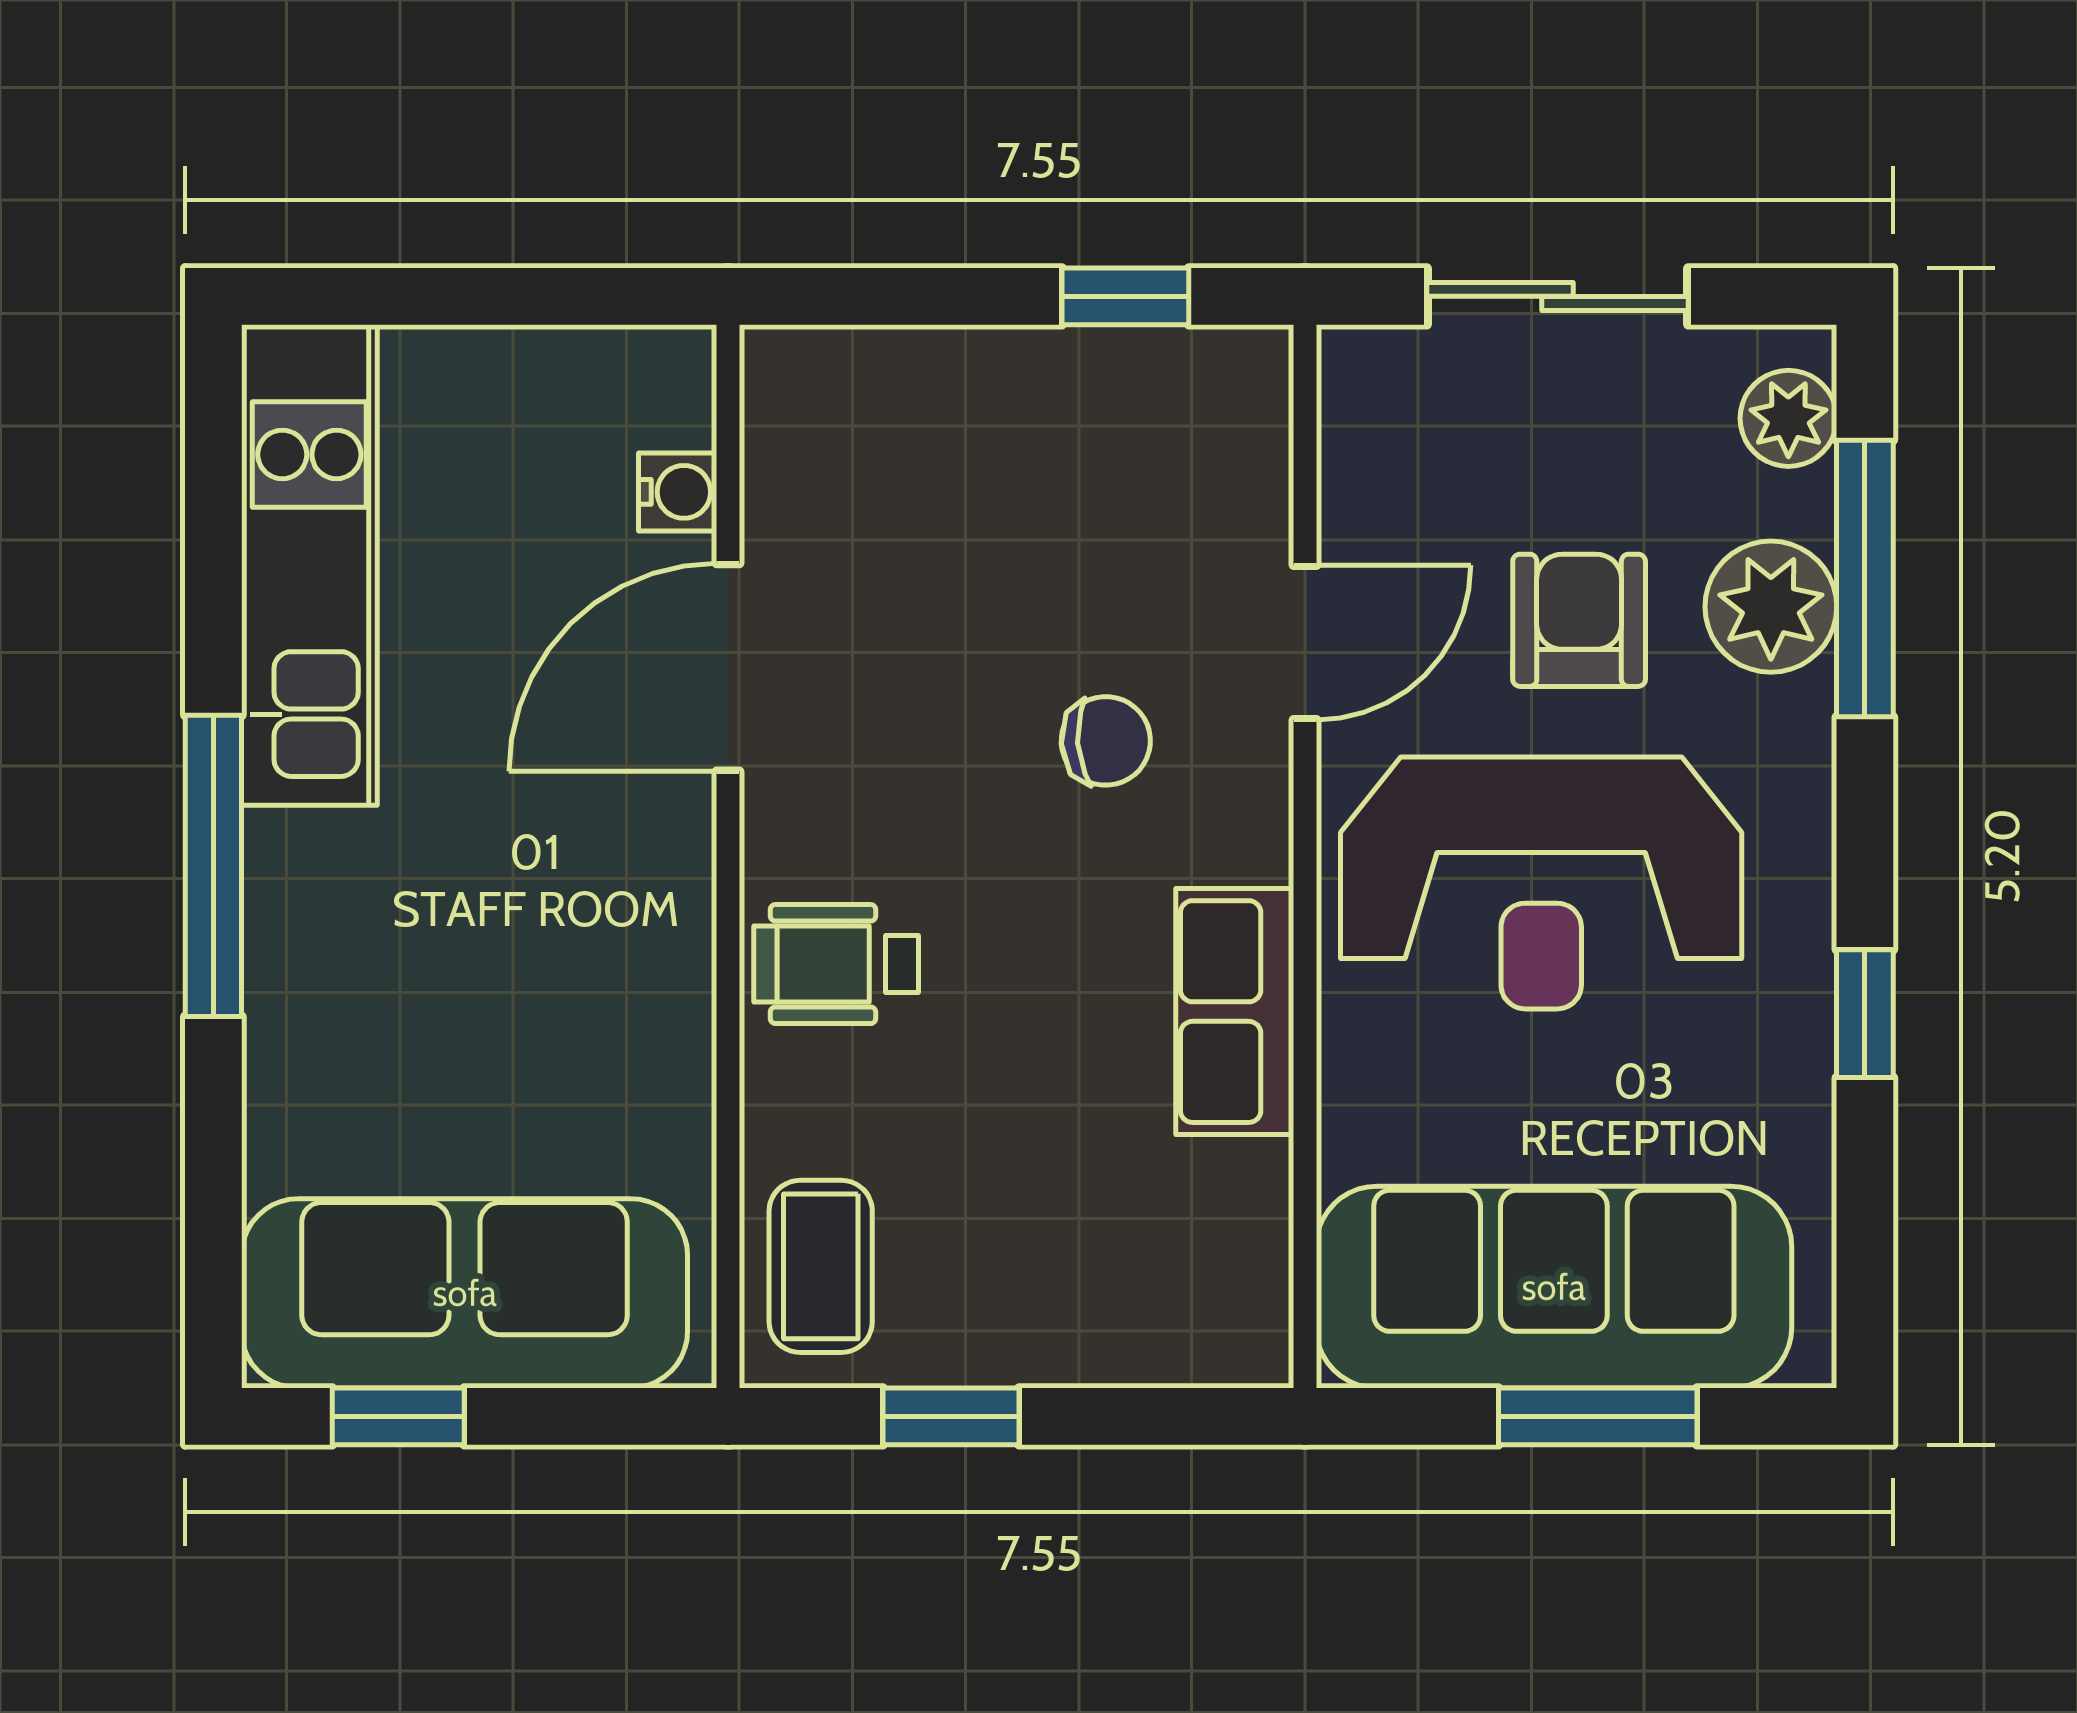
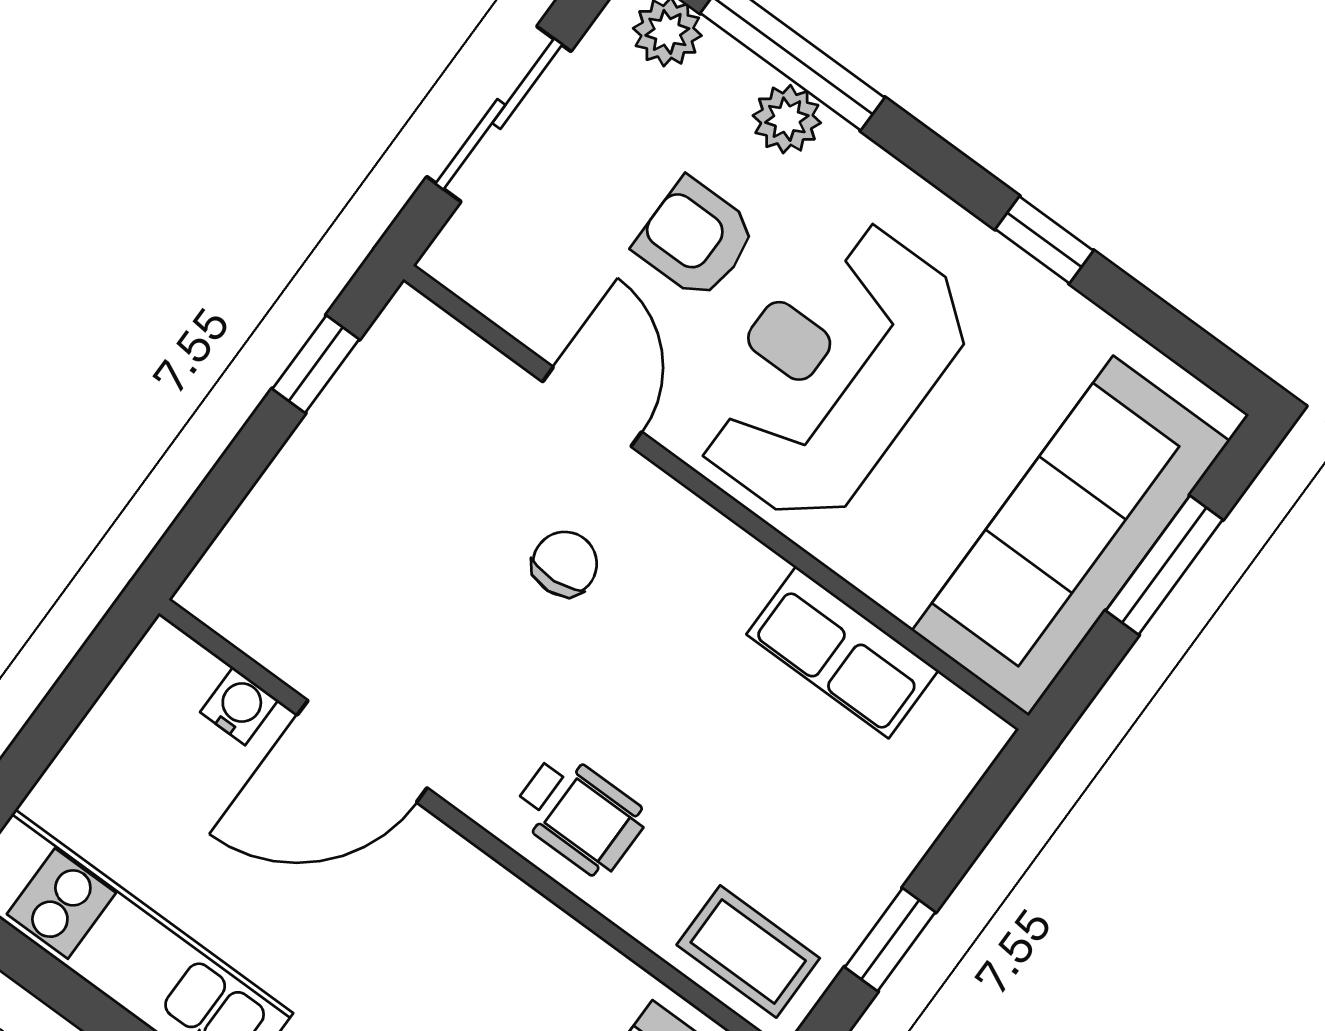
plant: (1771, 607) -> (787, 119), width x0.73, depth x0.73
door: (728, 667) -> (362, 751), hinge flipped
reception desk: (1541, 883) -> (832, 372), turned 180
wheelchair: (836, 964) -> (580, 814), turned -90
row of seats: (1235, 1012) -> (842, 652), moved

